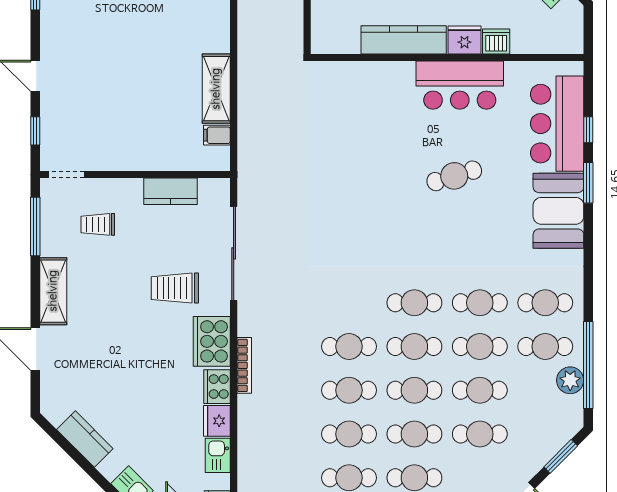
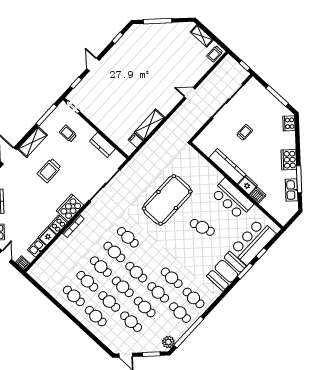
pool table: (357, 184) -> (167, 200), added
trolley: (175, 288) -> (49, 170), moved, turned -90
cafe table: (414, 303) -> (128, 237), moved
plant: (570, 380) -> (168, 342), moved

